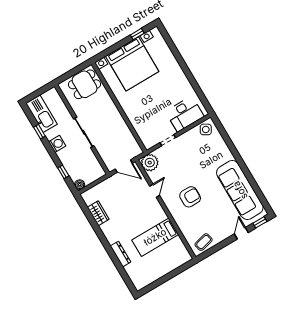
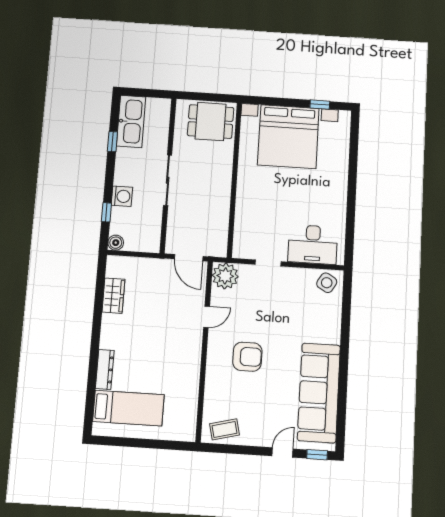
washing machine: (57, 144) -> (122, 196), moved
bed: (155, 237) -> (128, 408), moved, turned 180

